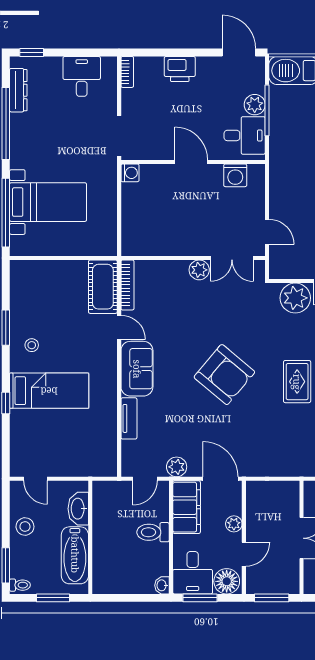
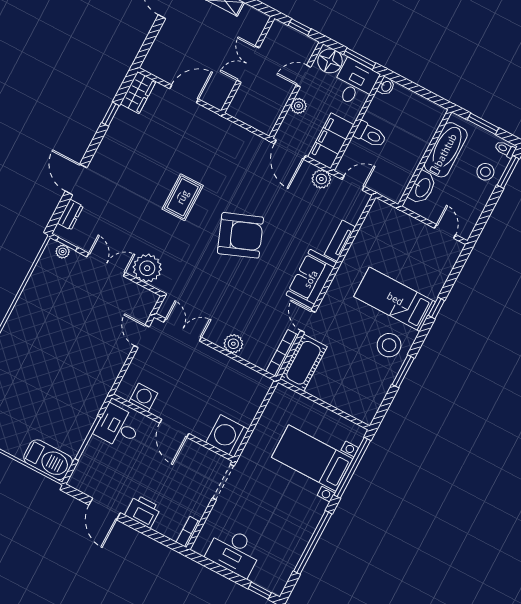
door: (239, 52) -> (105, 509), moved
desk: (82, 76) -> (234, 552), width x1.37
dresser: (18, 90) -> (288, 565), removed
plant: (255, 105) -> (96, 448), removed
washing machine: (130, 173) -> (227, 436), width x1.89, depth x1.89
plant: (199, 270) -> (233, 344), moved
stool: (32, 345) -> (389, 345), width x1.89, depth x1.89
armchair: (224, 375) -> (240, 235), turned 119
stool: (25, 526) -> (485, 172), moved
window: (272, 598) -> (300, 27), width x0.67

